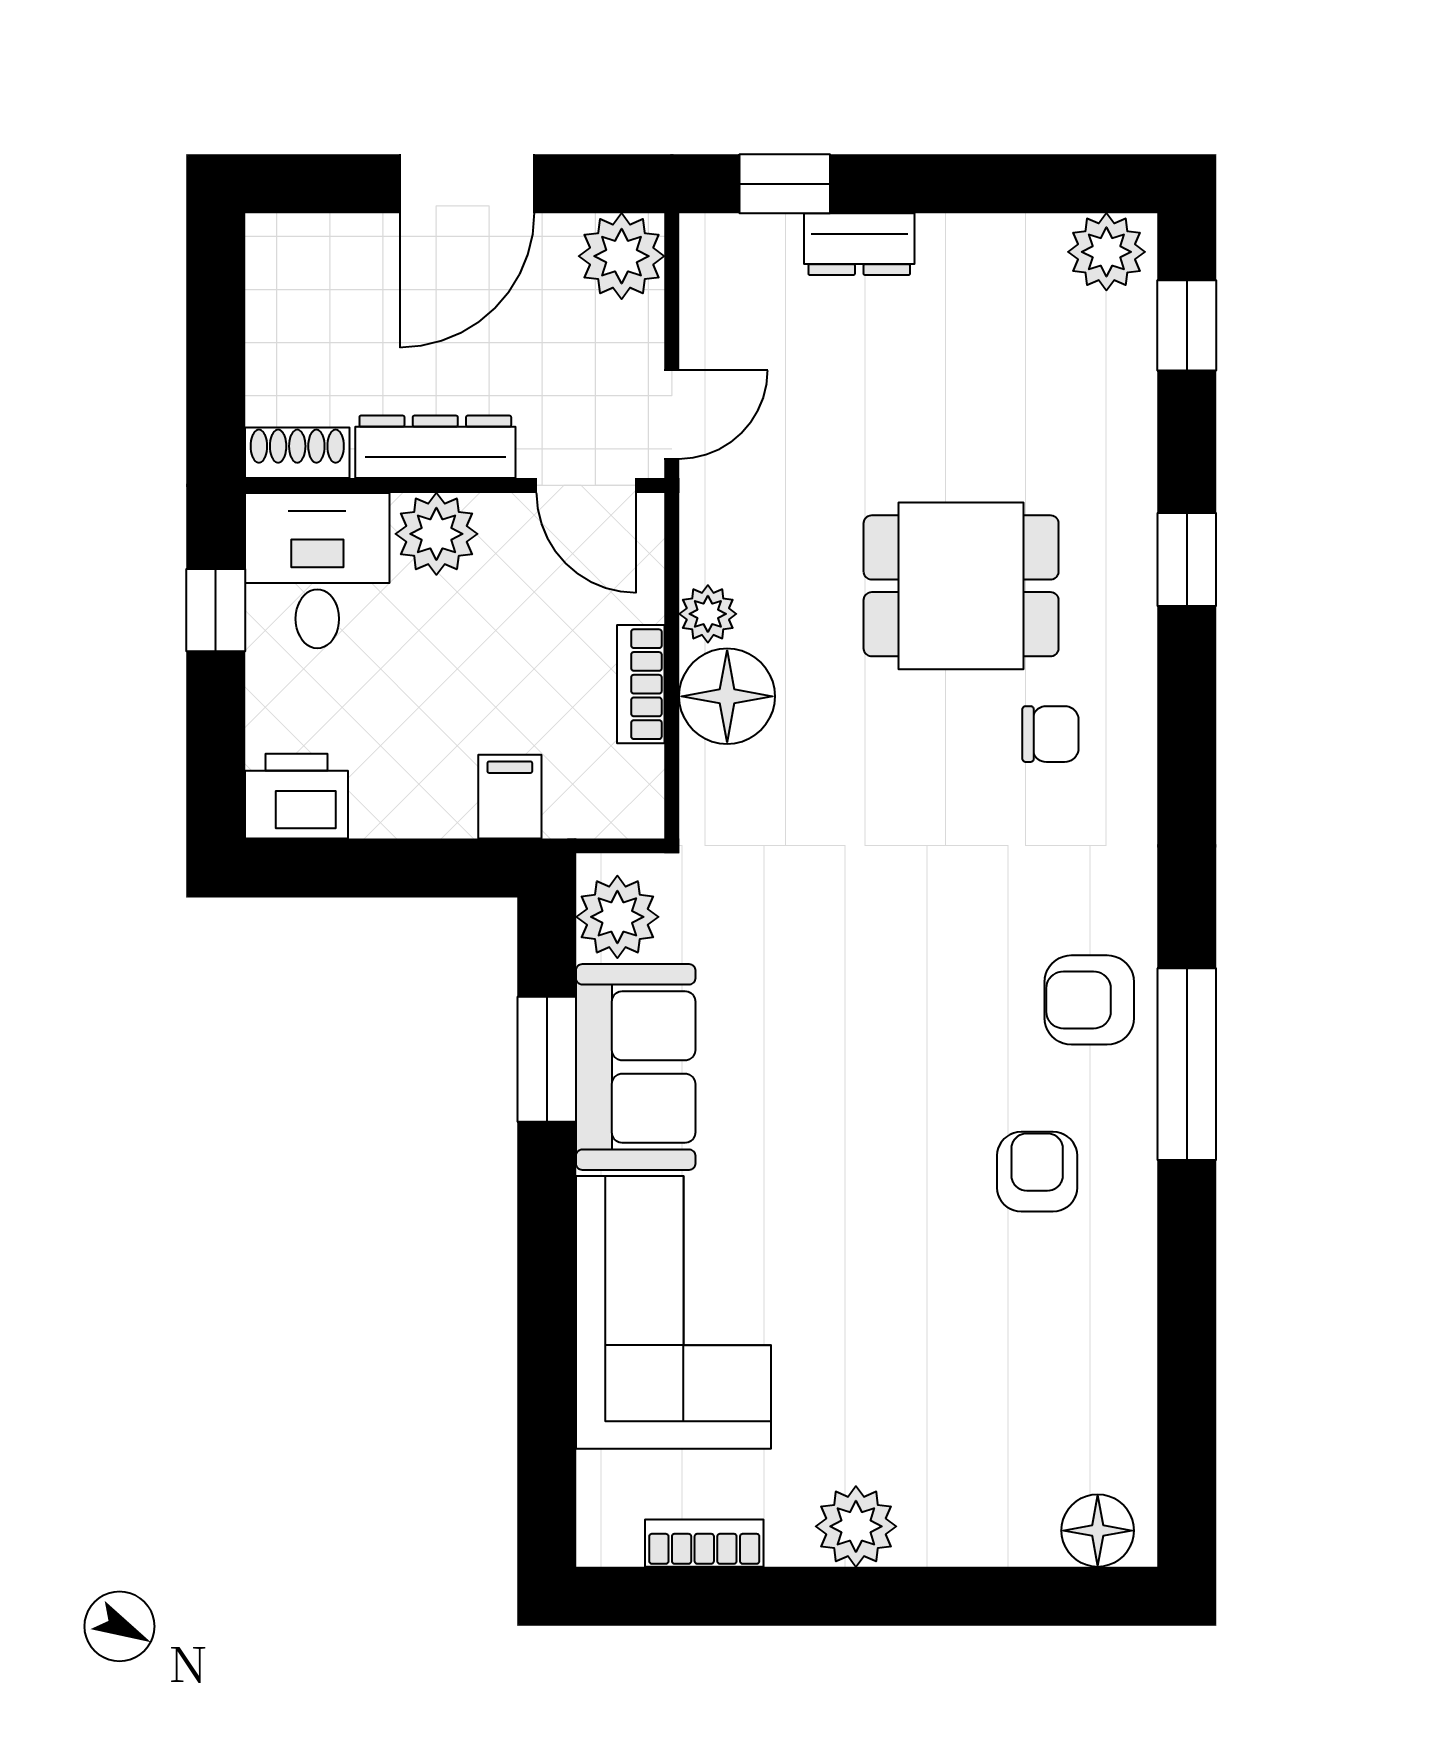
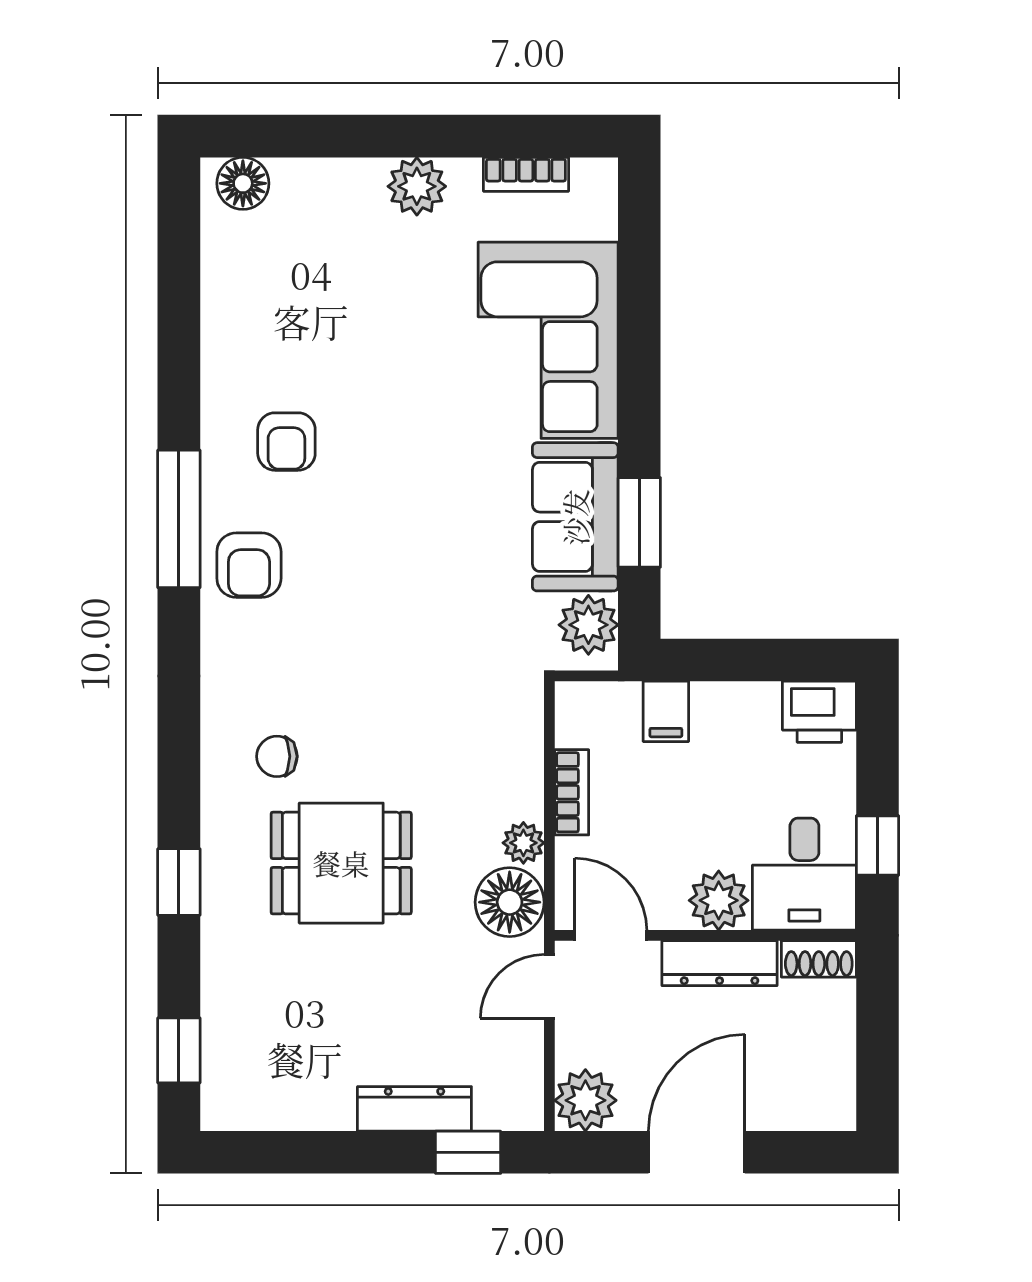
dresser: (859, 244) -> (414, 1109), width x1.44
plant: (1106, 252) -> (237, 1103), removed
floor lamp: (727, 696) -> (510, 902), moved
armchair: (1089, 1000) -> (249, 565), turned 90

